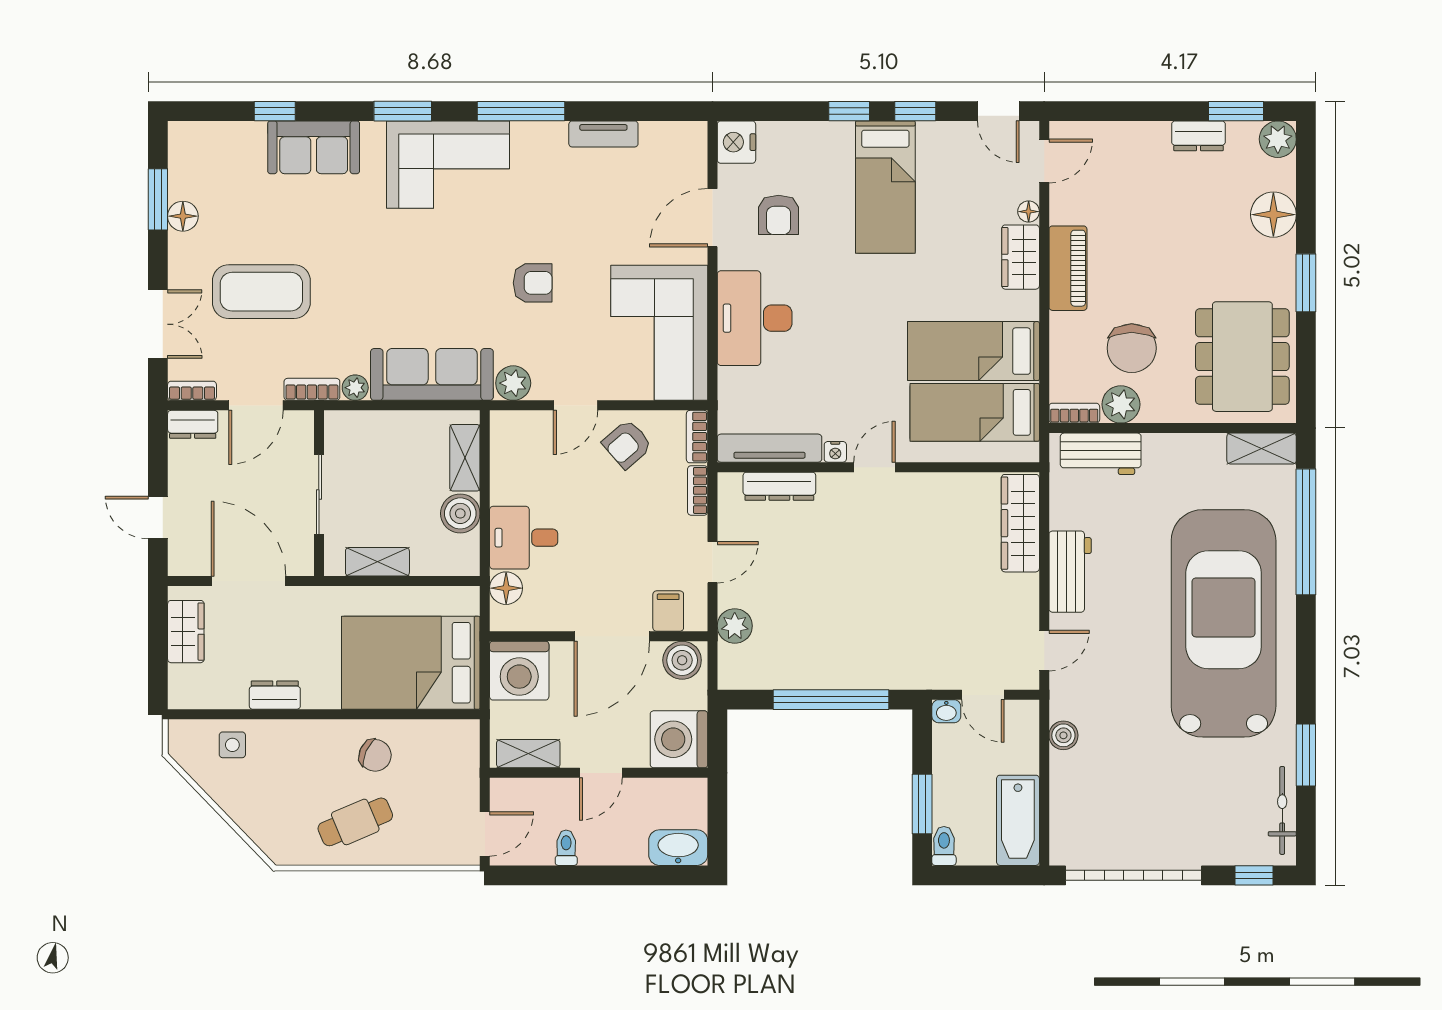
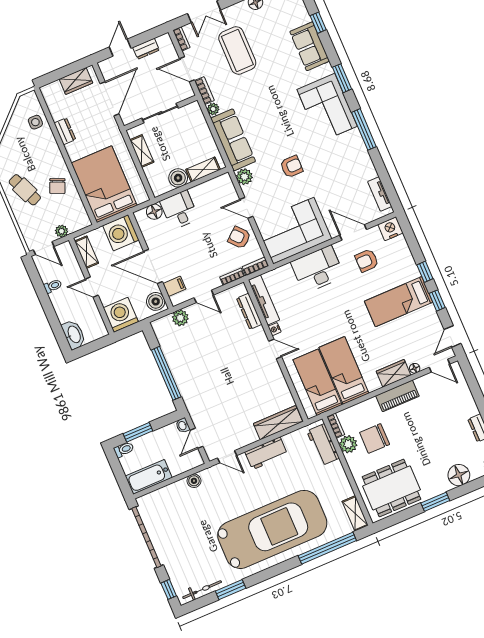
tv unit: (603, 134) -> (380, 194), moved
armchair: (533, 283) -> (292, 167), turned -90
dresser: (193, 424) -> (146, 49), moved, turned -90
plant: (466, 785) -> (62, 231), added

